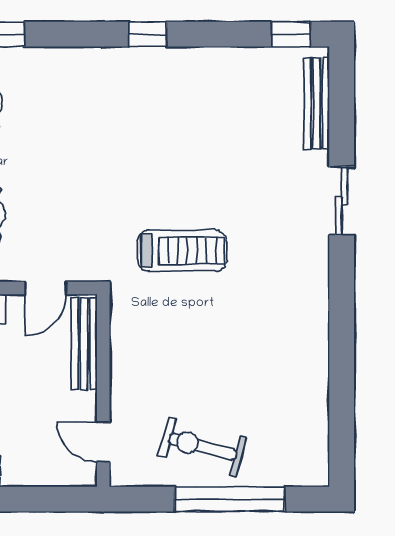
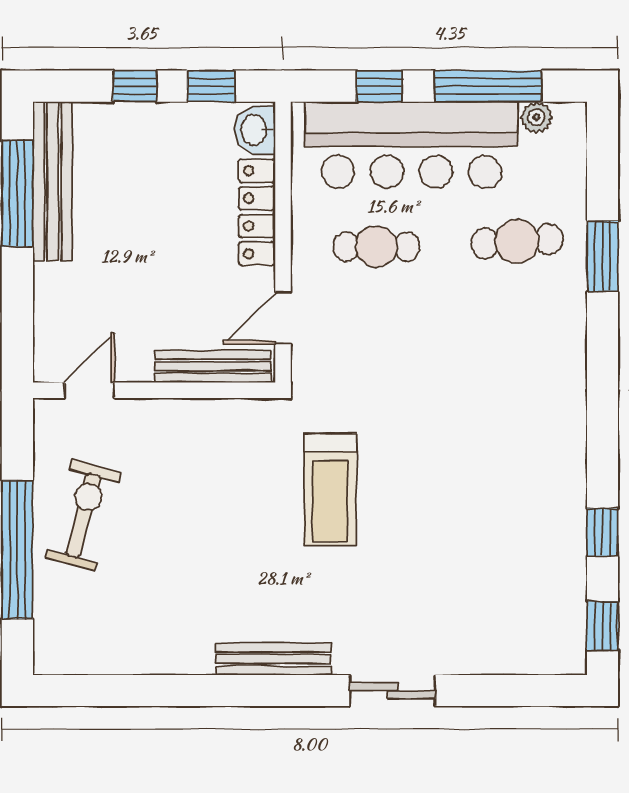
window: (148, 34) -> (603, 532), moved
bench: (317, 103) -> (273, 659), moved
door: (46, 288) -> (283, 318), hinge flipped

